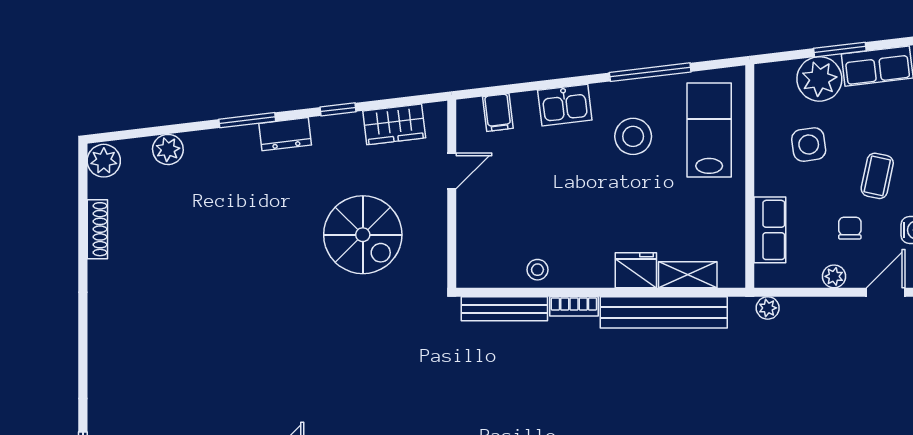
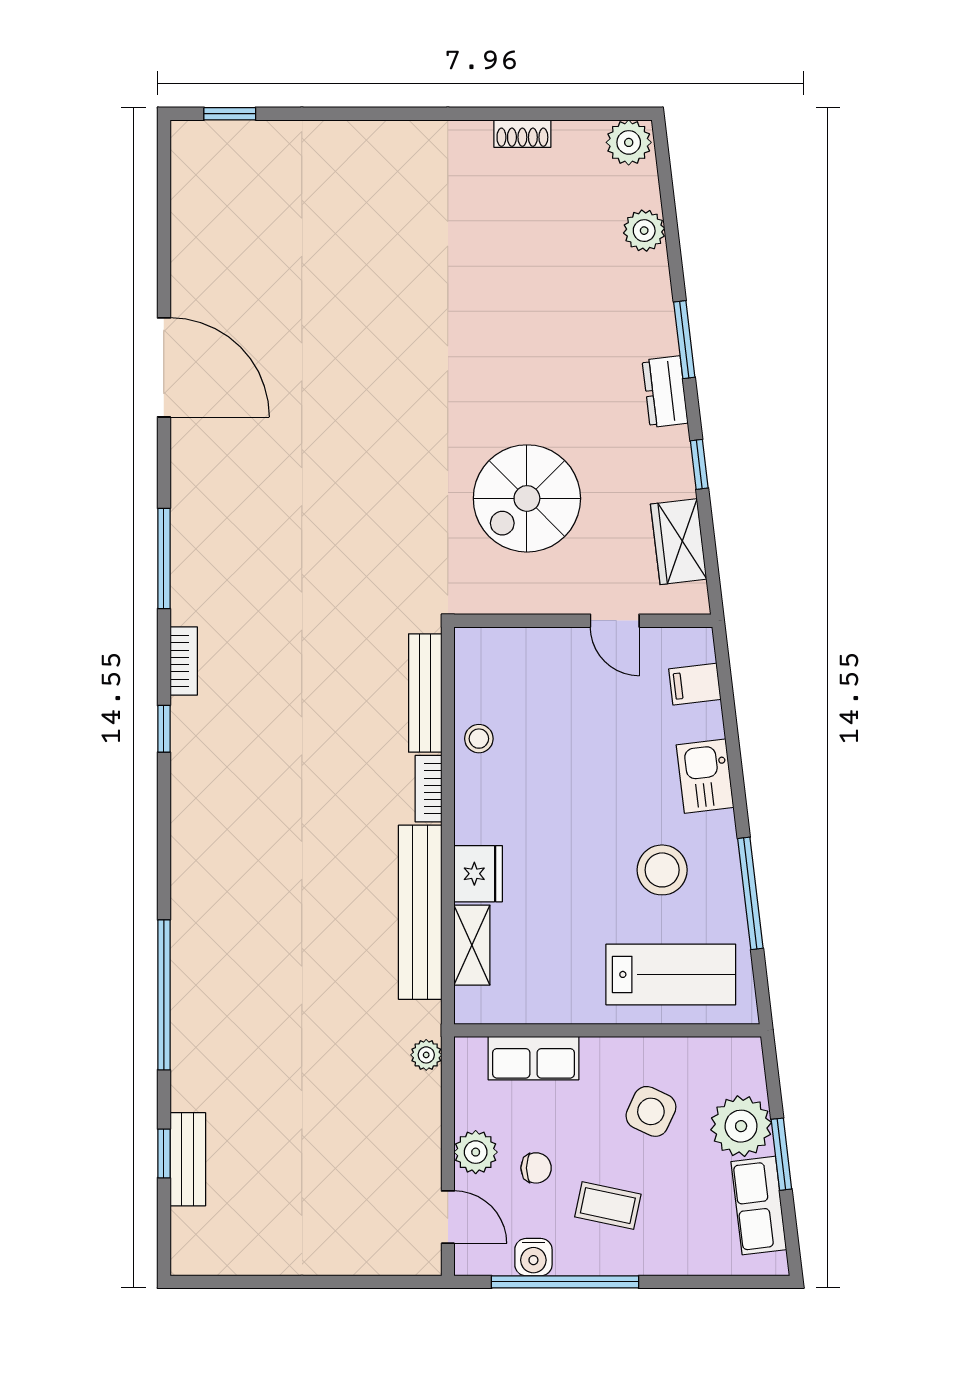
side table: (809, 145) -> (651, 1111), turned 33
shoe rack: (97, 229) -> (522, 134), width x0.70
plant: (834, 276) -> (476, 1152), width x1.38, depth x1.38

